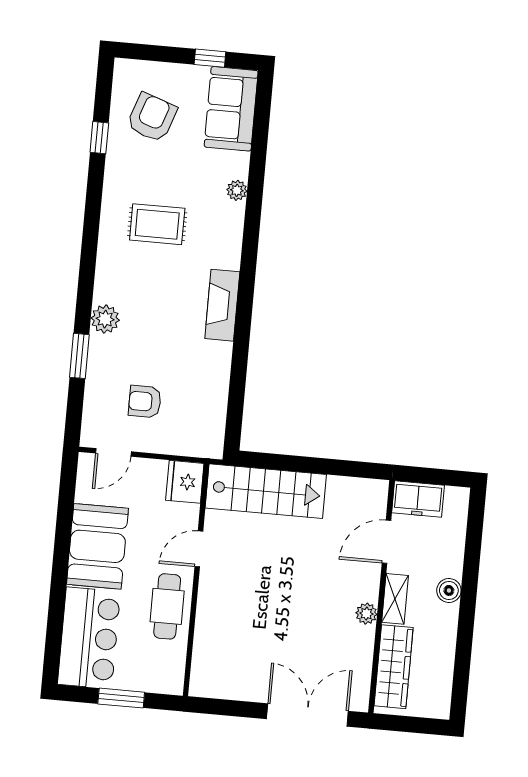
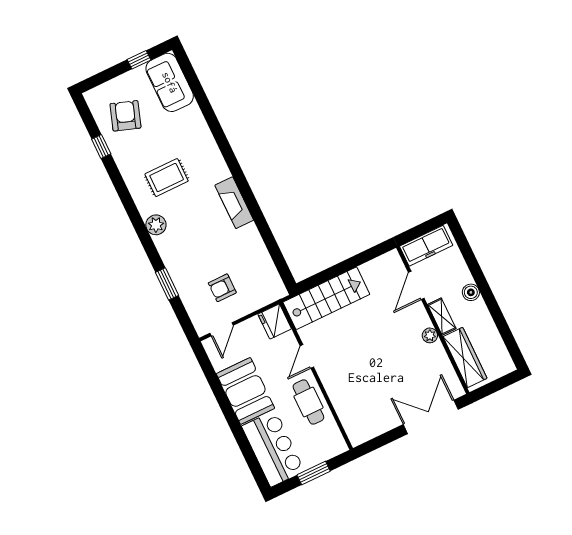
plant: (237, 190) -> (202, 129), removed
plant: (105, 319) -> (156, 225), moved
freezer: (418, 499) -> (426, 246), width x1.40

